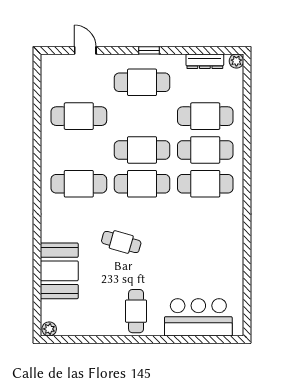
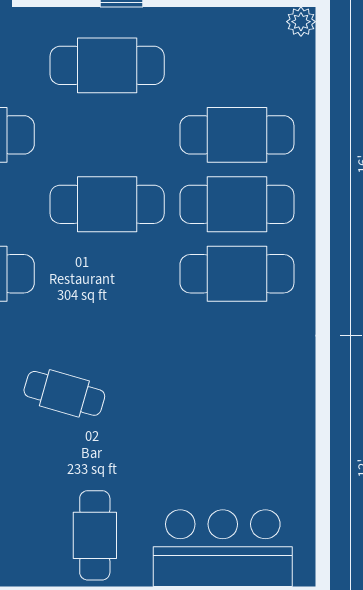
dresser: (205, 61) -> (236, 22), removed
cafe table: (142, 184) -> (107, 274), removed

